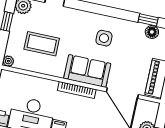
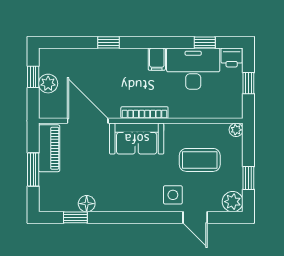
floor lamp: (152, 32) -> (87, 204), moved
side table: (104, 38) -> (173, 195), moved

